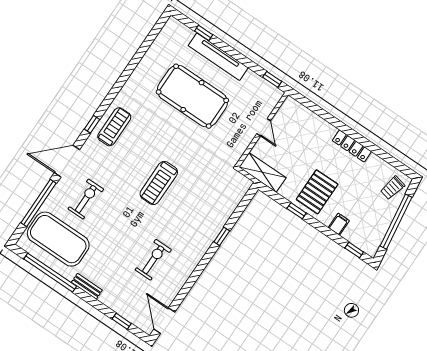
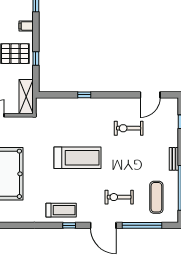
treadmill: (114, 127) -> (61, 210), turned 180
treadmill: (159, 183) -> (78, 158), width x1.37, depth x1.38
exercise mat: (58, 239) -> (156, 197), width x0.50, depth x0.69
door: (164, 321) -> (150, 95), moved

